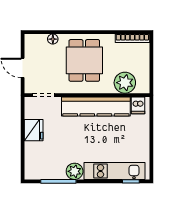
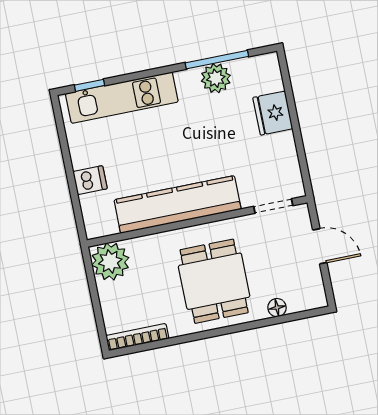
plant: (125, 83) -> (110, 261), moved
dishwasher: (138, 105) -> (90, 180), moved, turned 90
fridge: (34, 130) -> (273, 113), moved
plant: (75, 171) -> (216, 78), moved

